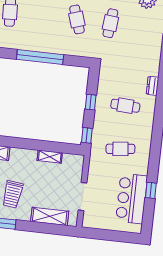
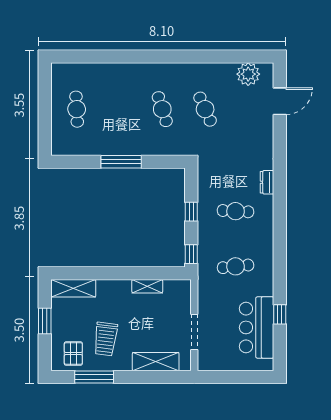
cafe table: (110, 23) -> (205, 109), turned -30
window: (40, 57) -> (121, 162), width x0.68

